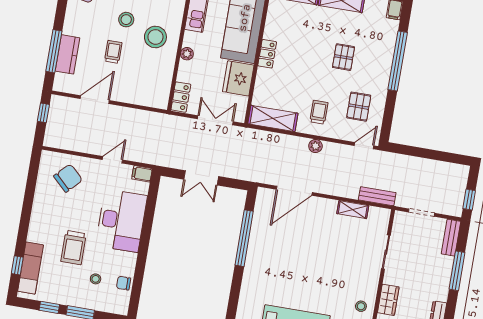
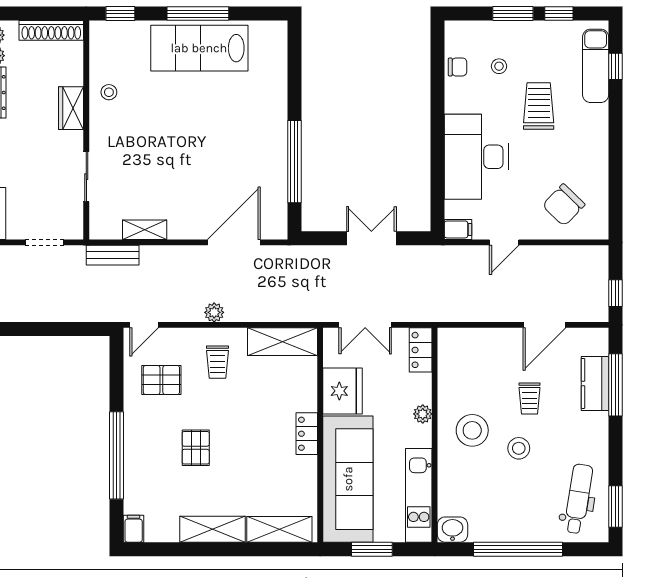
pallet: (359, 107) -> (161, 380), turned 90

